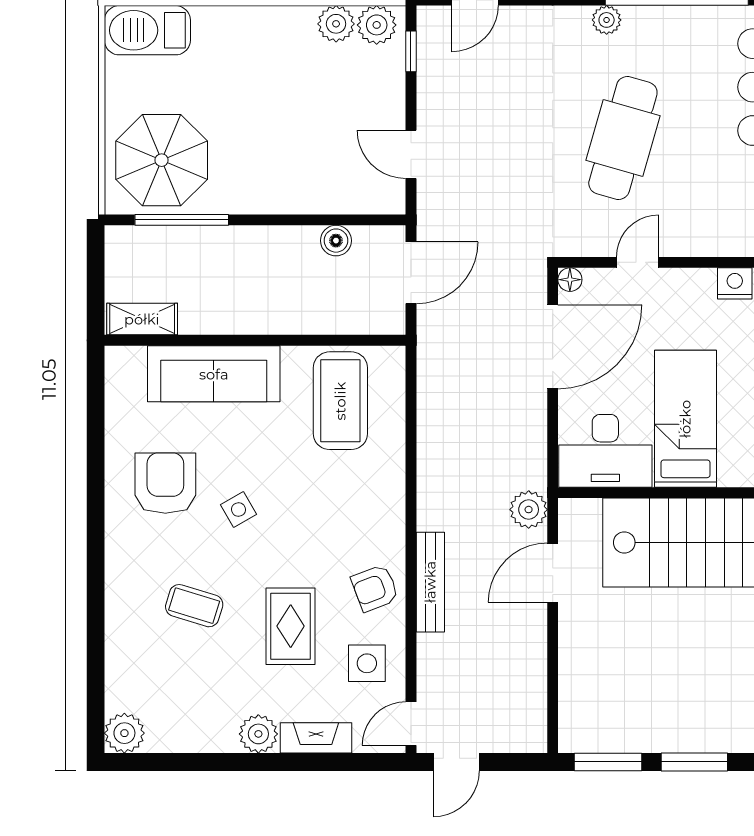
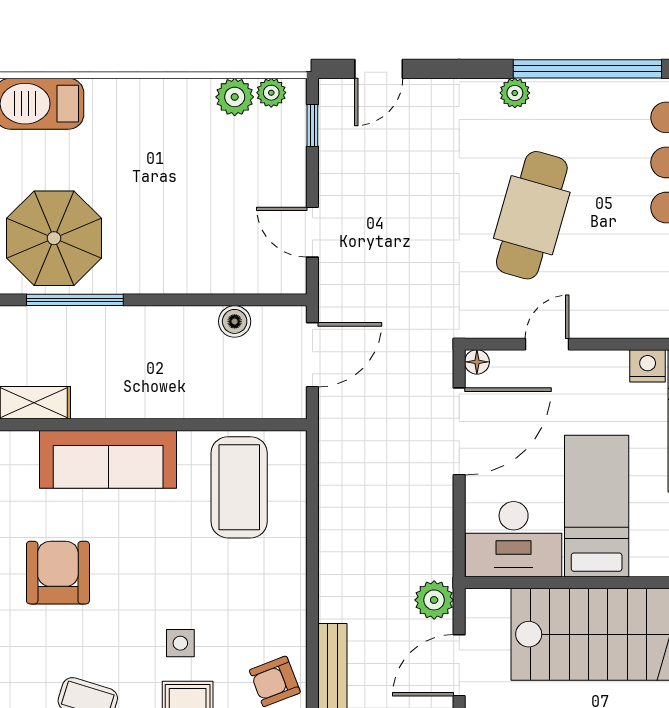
plant: (377, 25) -> (271, 93), width x0.73, depth x0.73
side table: (238, 509) -> (180, 643), moved, turned 30

